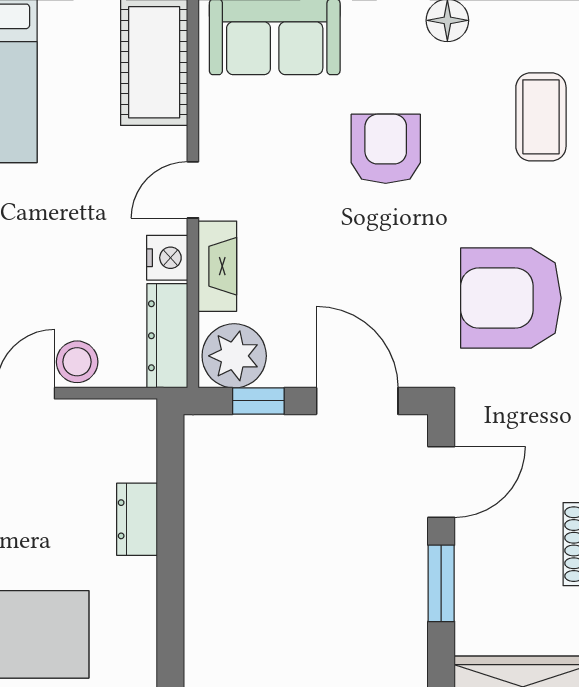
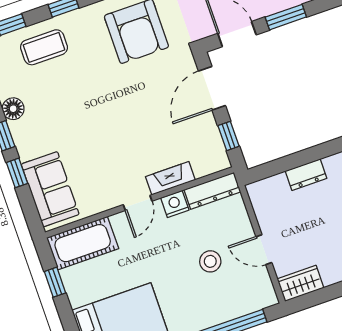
armchair: (386, 149) -> (85, 117), removed
door: (193, 190) -> (138, 203), hinge flipped
plant: (234, 356) -> (211, 155), removed
stool: (77, 362) -> (210, 261), moved

